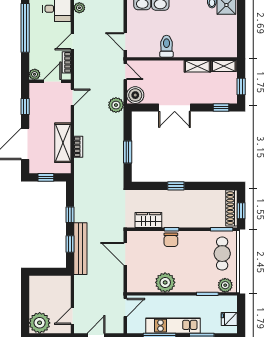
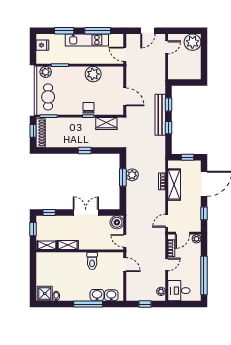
plant: (116, 105) -> (132, 175), moved
bench: (80, 249) -> (160, 115), moved
door: (125, 307) -> (125, 54), hinge flipped

